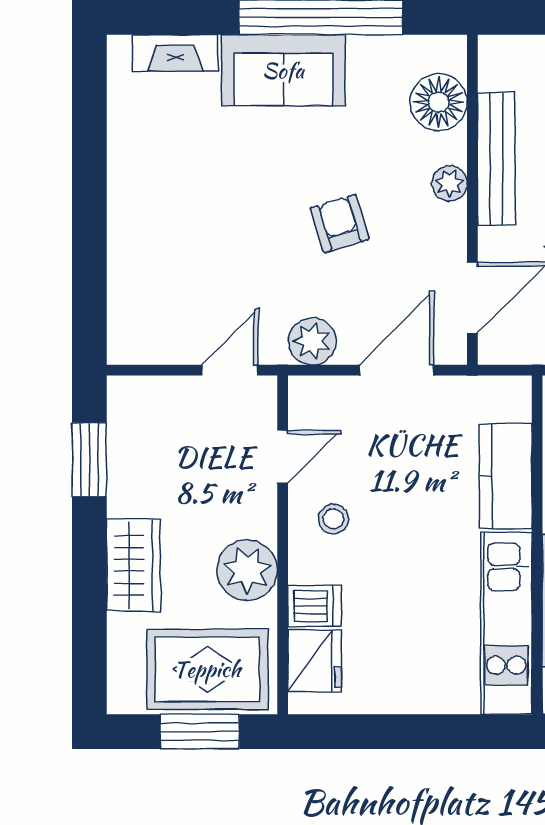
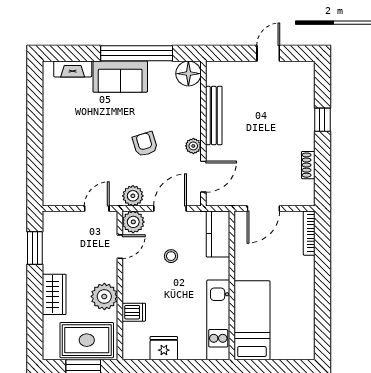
floor lamp: (439, 102) -> (188, 74), moved
plant: (449, 183) -> (193, 146), moved
plant: (313, 401) -> (133, 222), added
kitchen counter: (506, 476) -> (218, 234), moved
stool: (333, 519) -> (171, 256), moved
fridge: (314, 661) -> (164, 348), moved, turned -90

